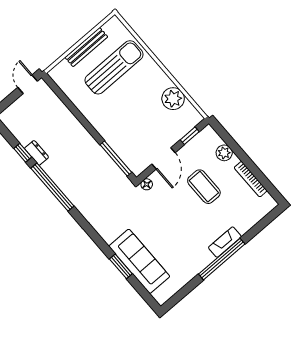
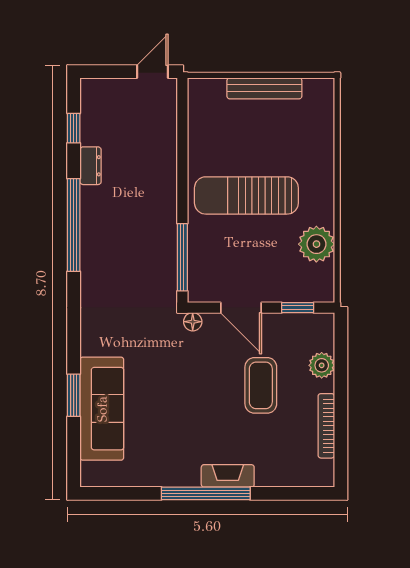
sun lounger: (114, 67) -> (246, 195), moved, turned 180
window: (23, 153) -> (74, 128), moved
door: (163, 158) -> (241, 308), hinge flipped

